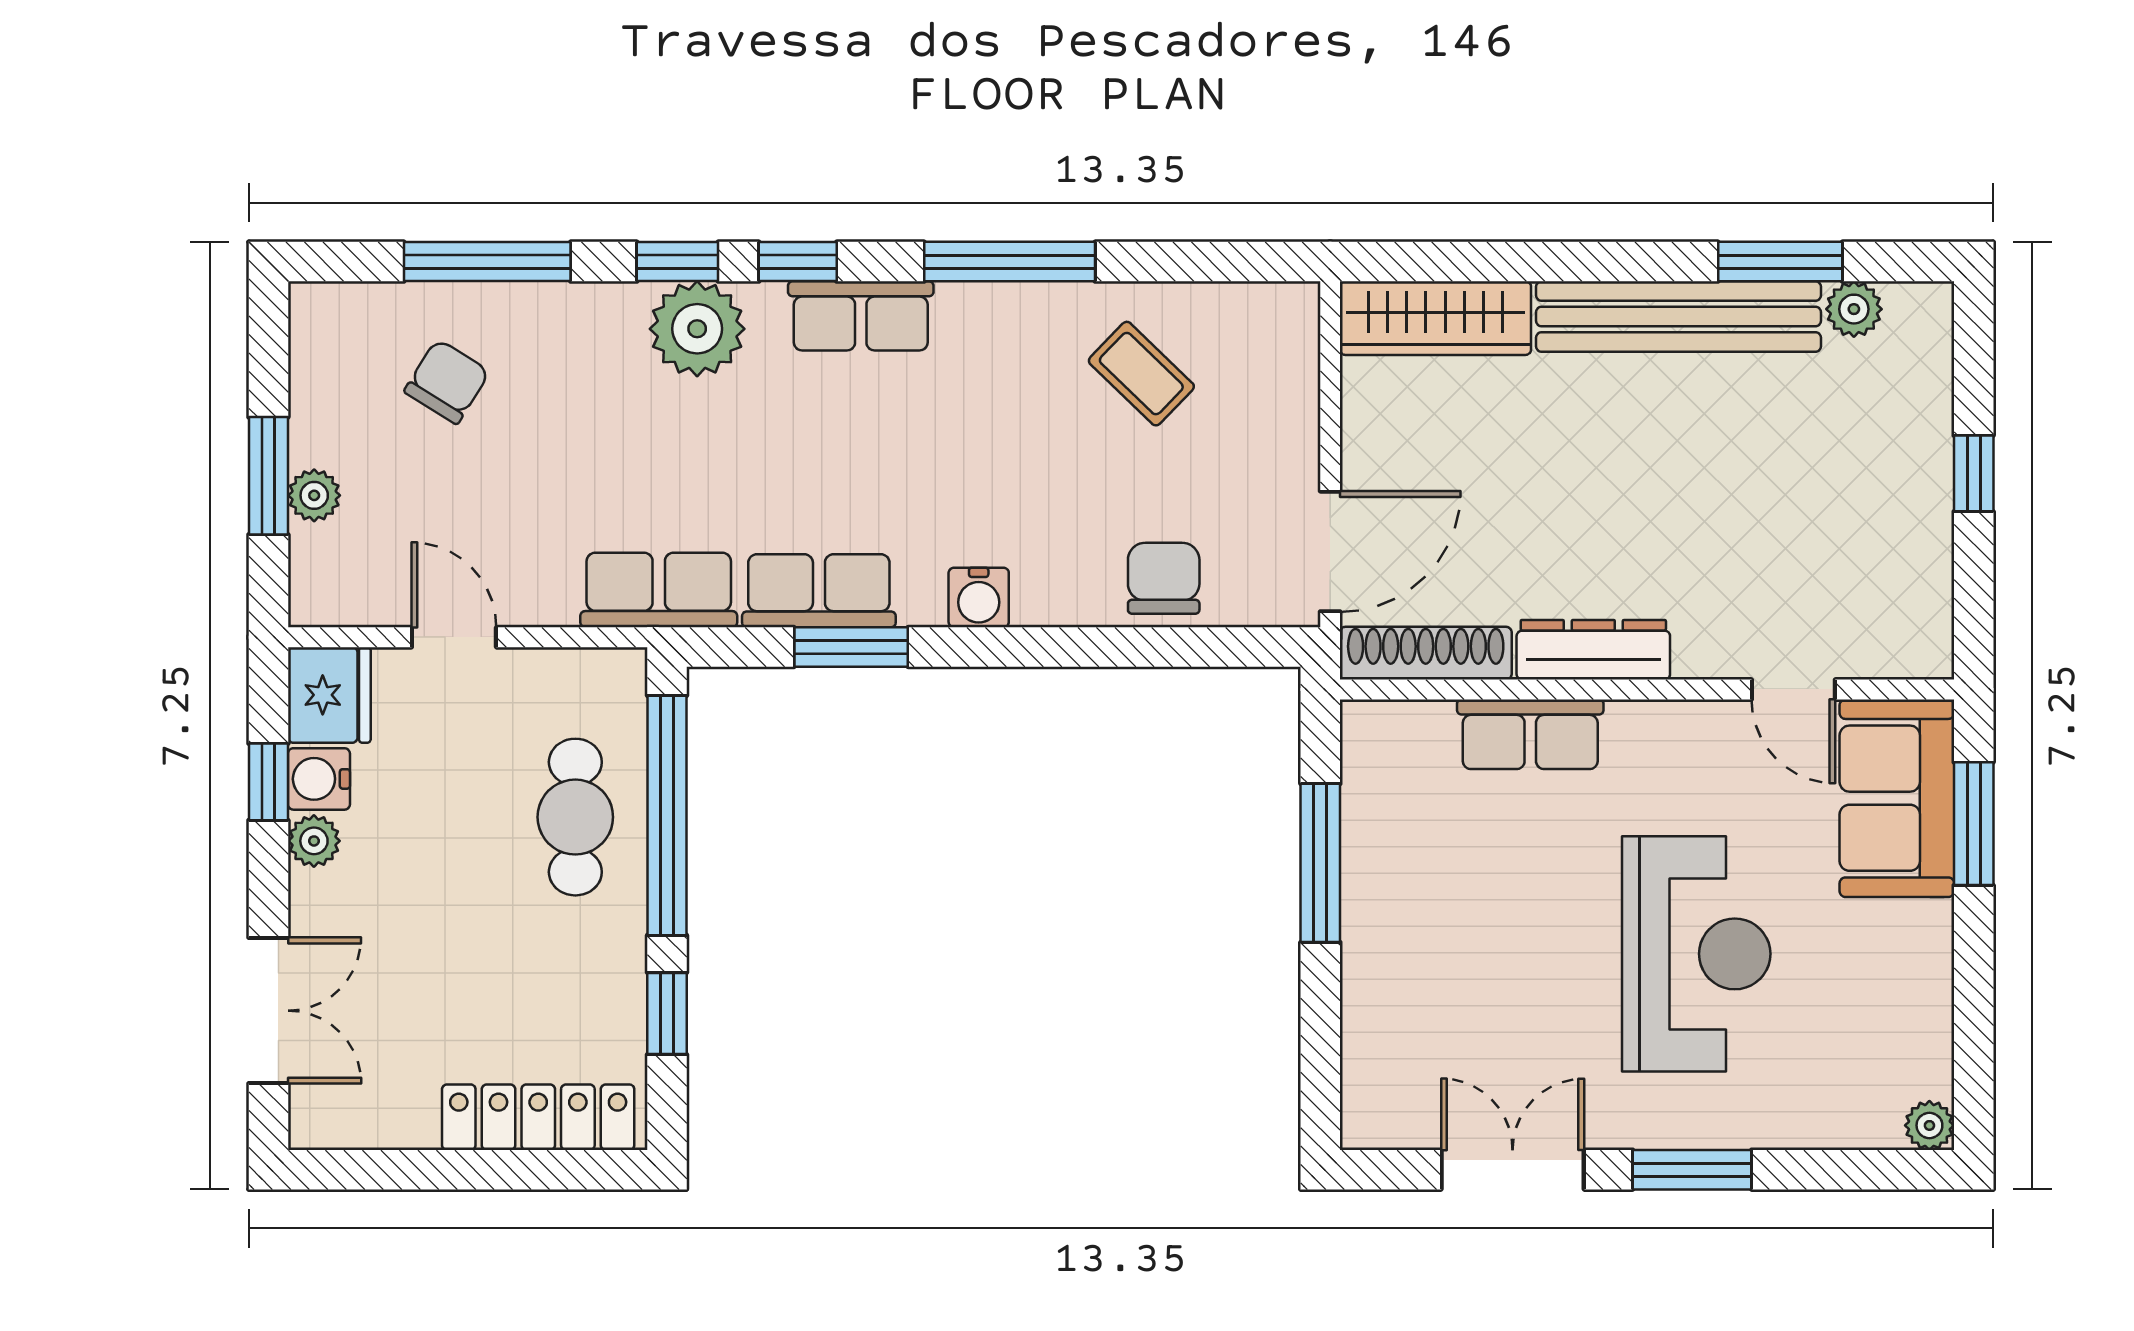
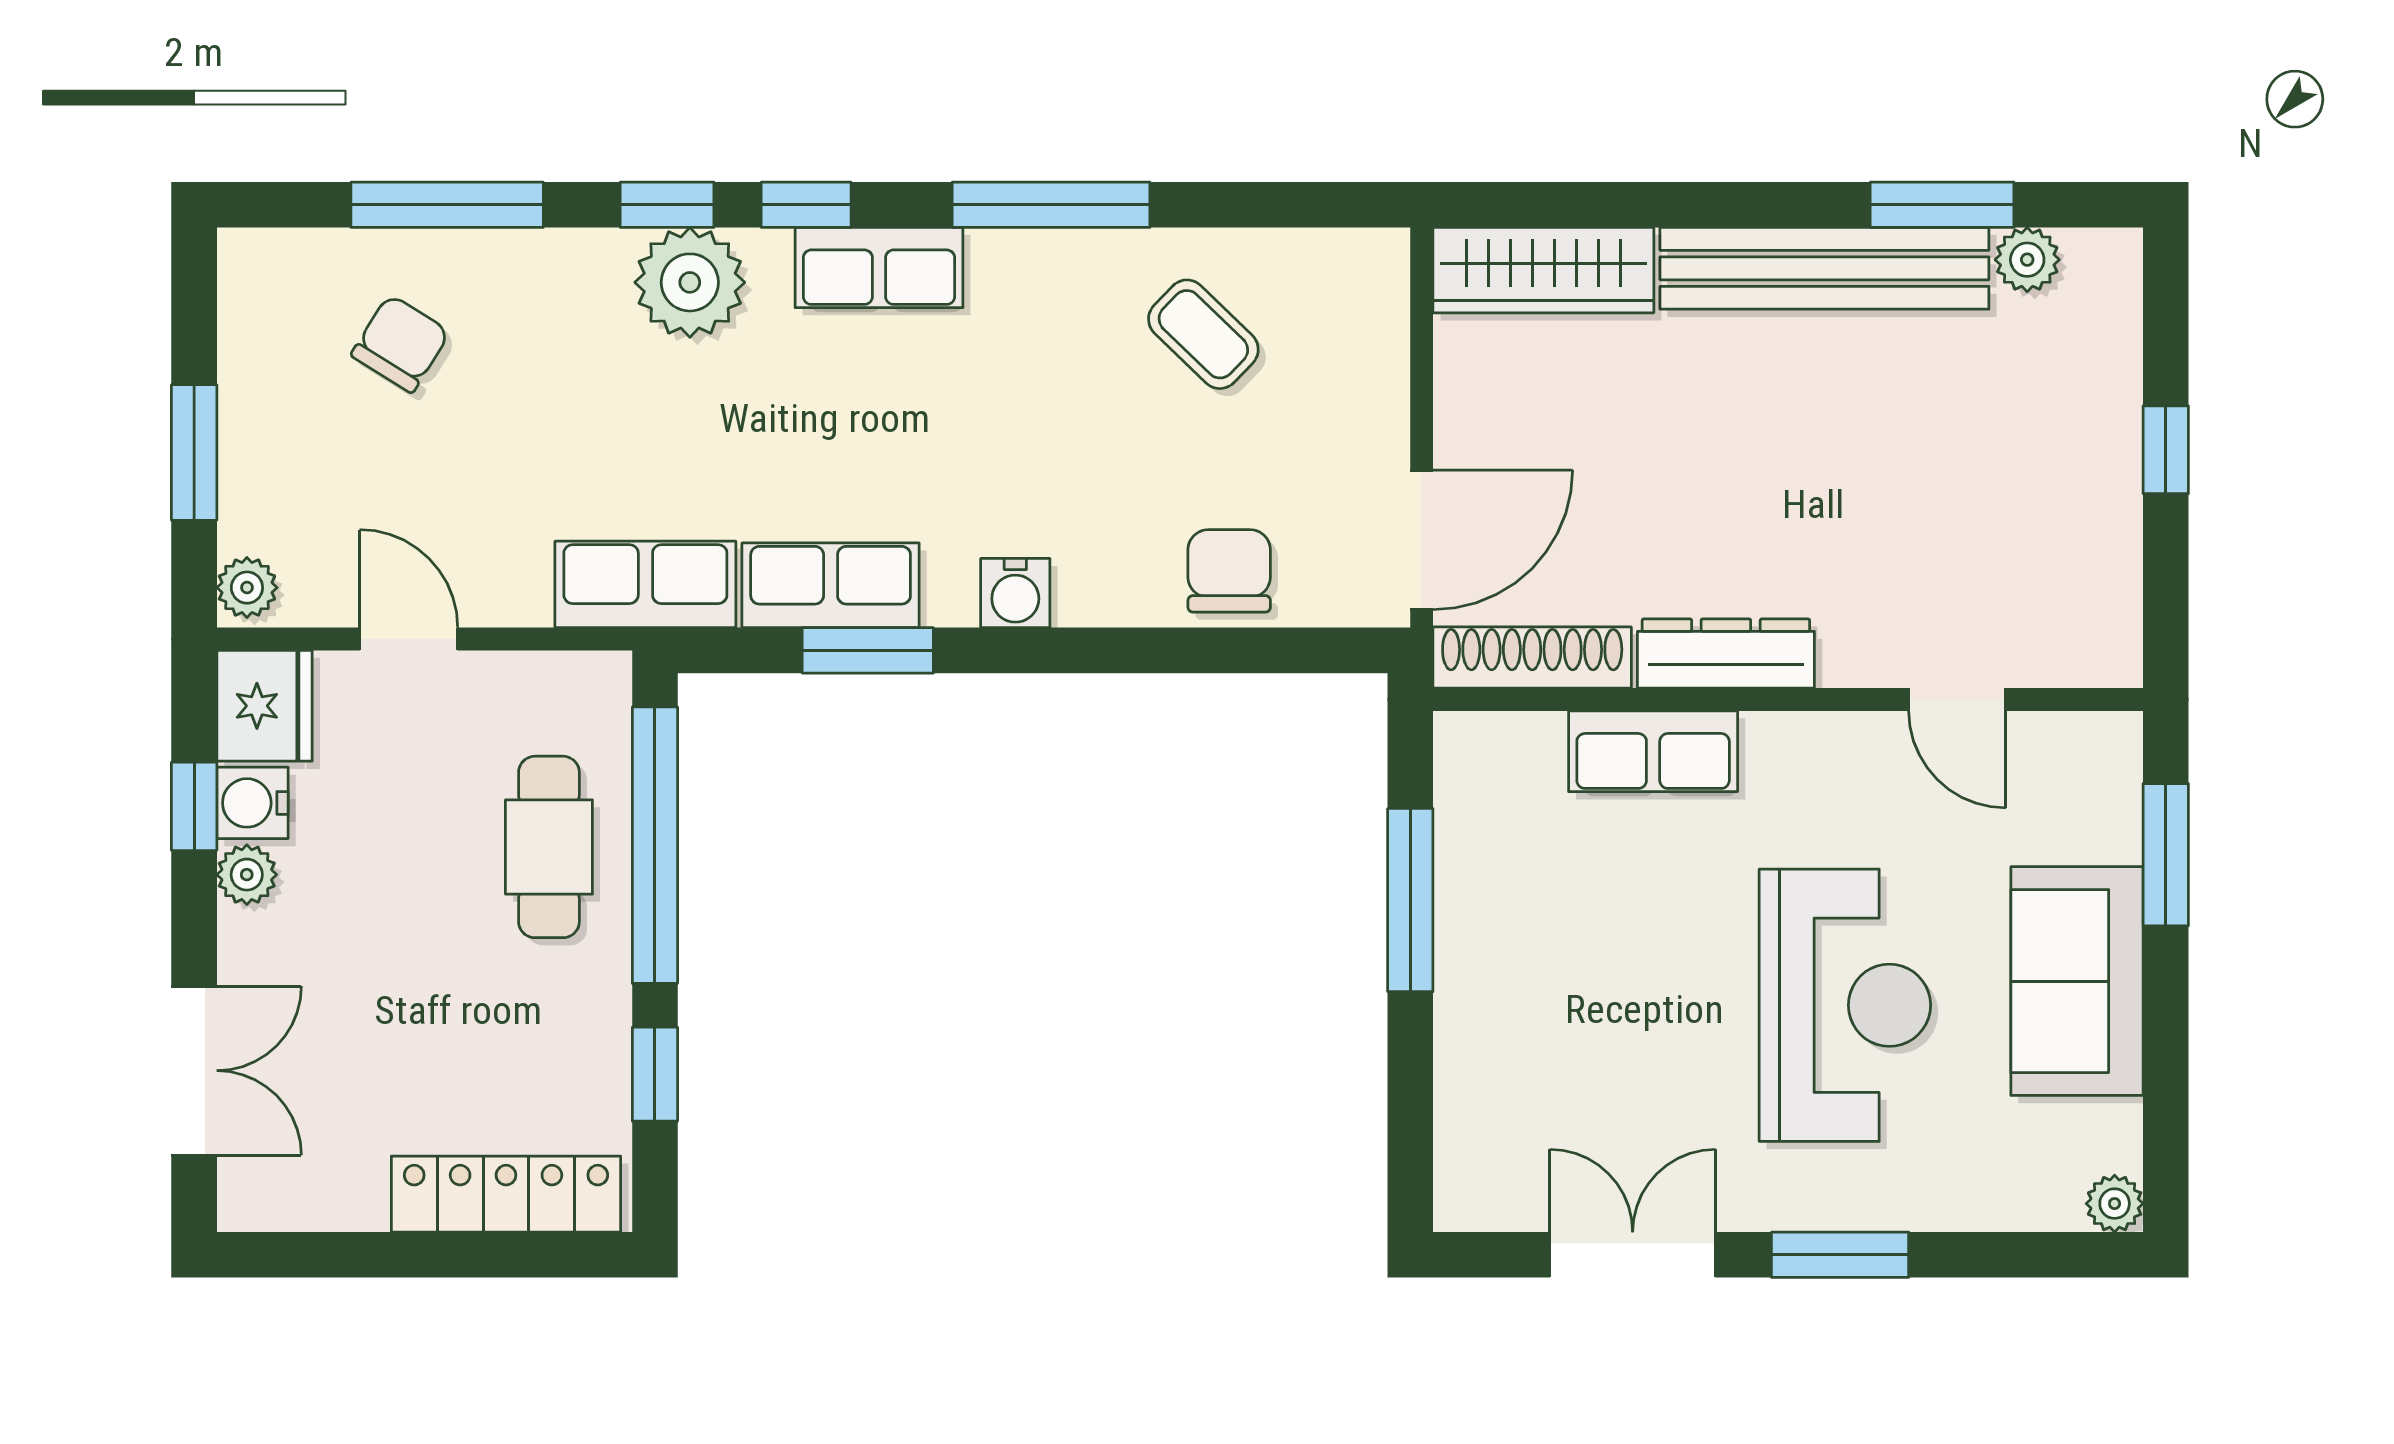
plant: (314, 495) -> (247, 588), moved
sofa: (1897, 798) -> (2077, 981), moved

